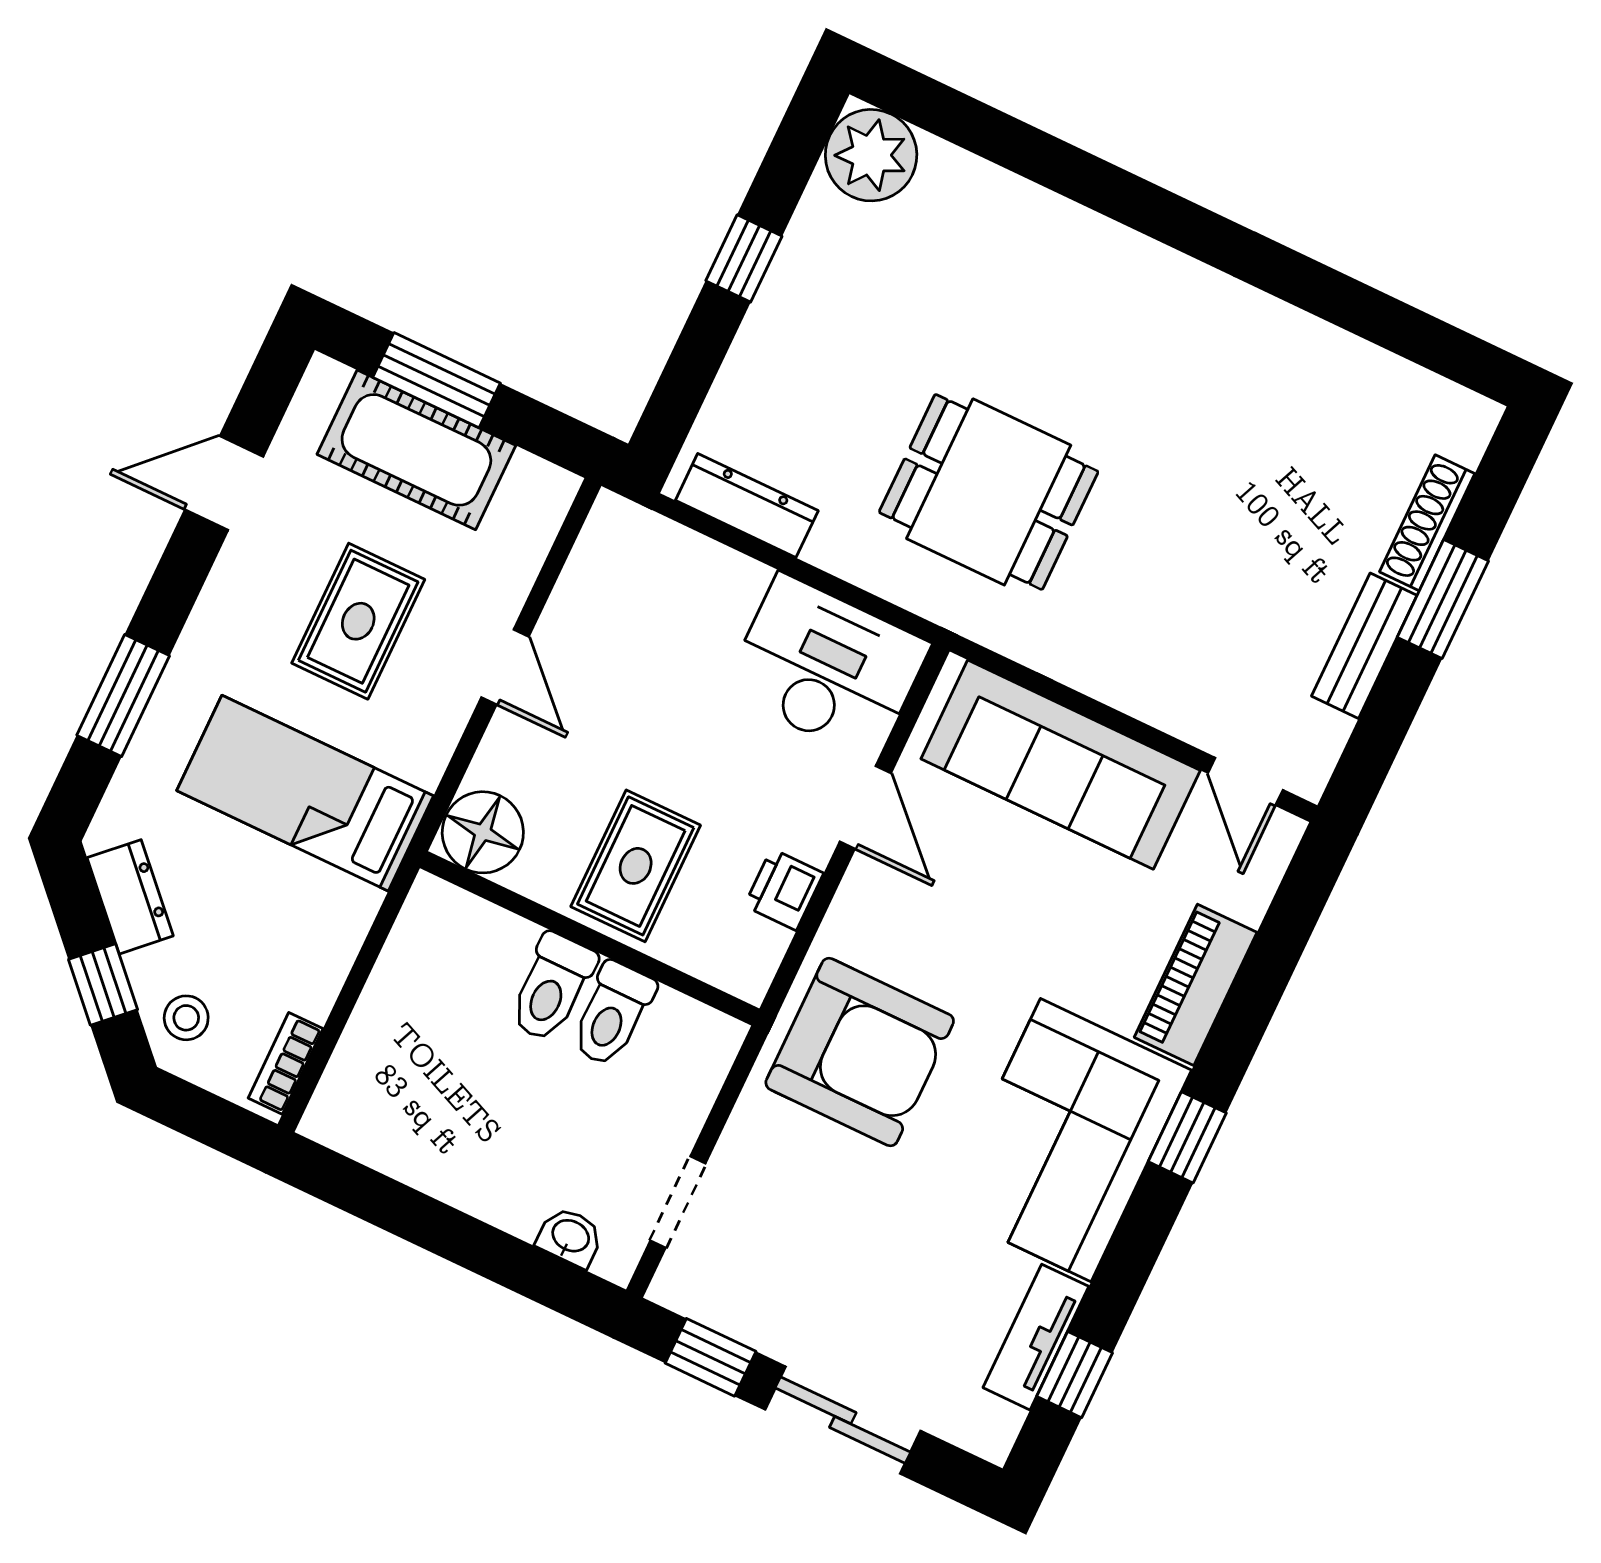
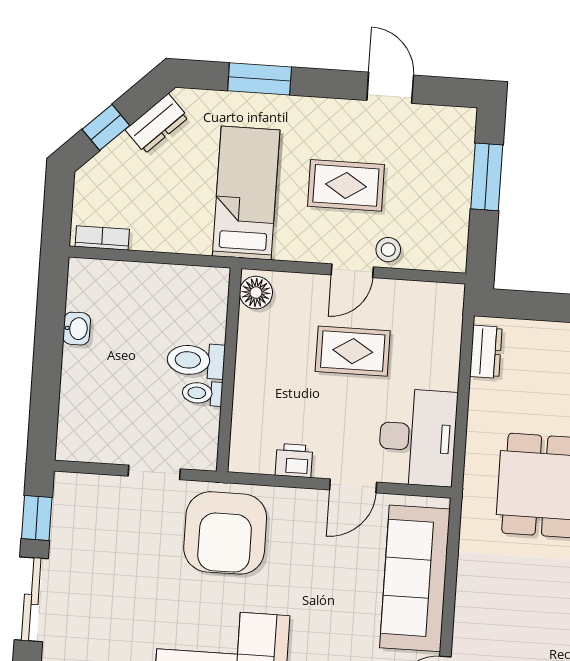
cot: (416, 450) -> (447, 181), removed
dresser: (747, 505) -> (486, 352), width x0.70
floor lamp: (483, 832) -> (256, 293), width x0.73, depth x0.73
rug: (636, 866) -> (353, 351), moved
toilet: (612, 1014) -> (202, 393), width x0.73, depth x0.72
stool: (186, 1018) -> (388, 250), moved
doorway: (678, 1202) -> (154, 472), moved
washbasin: (570, 1237) -> (77, 329), moved

